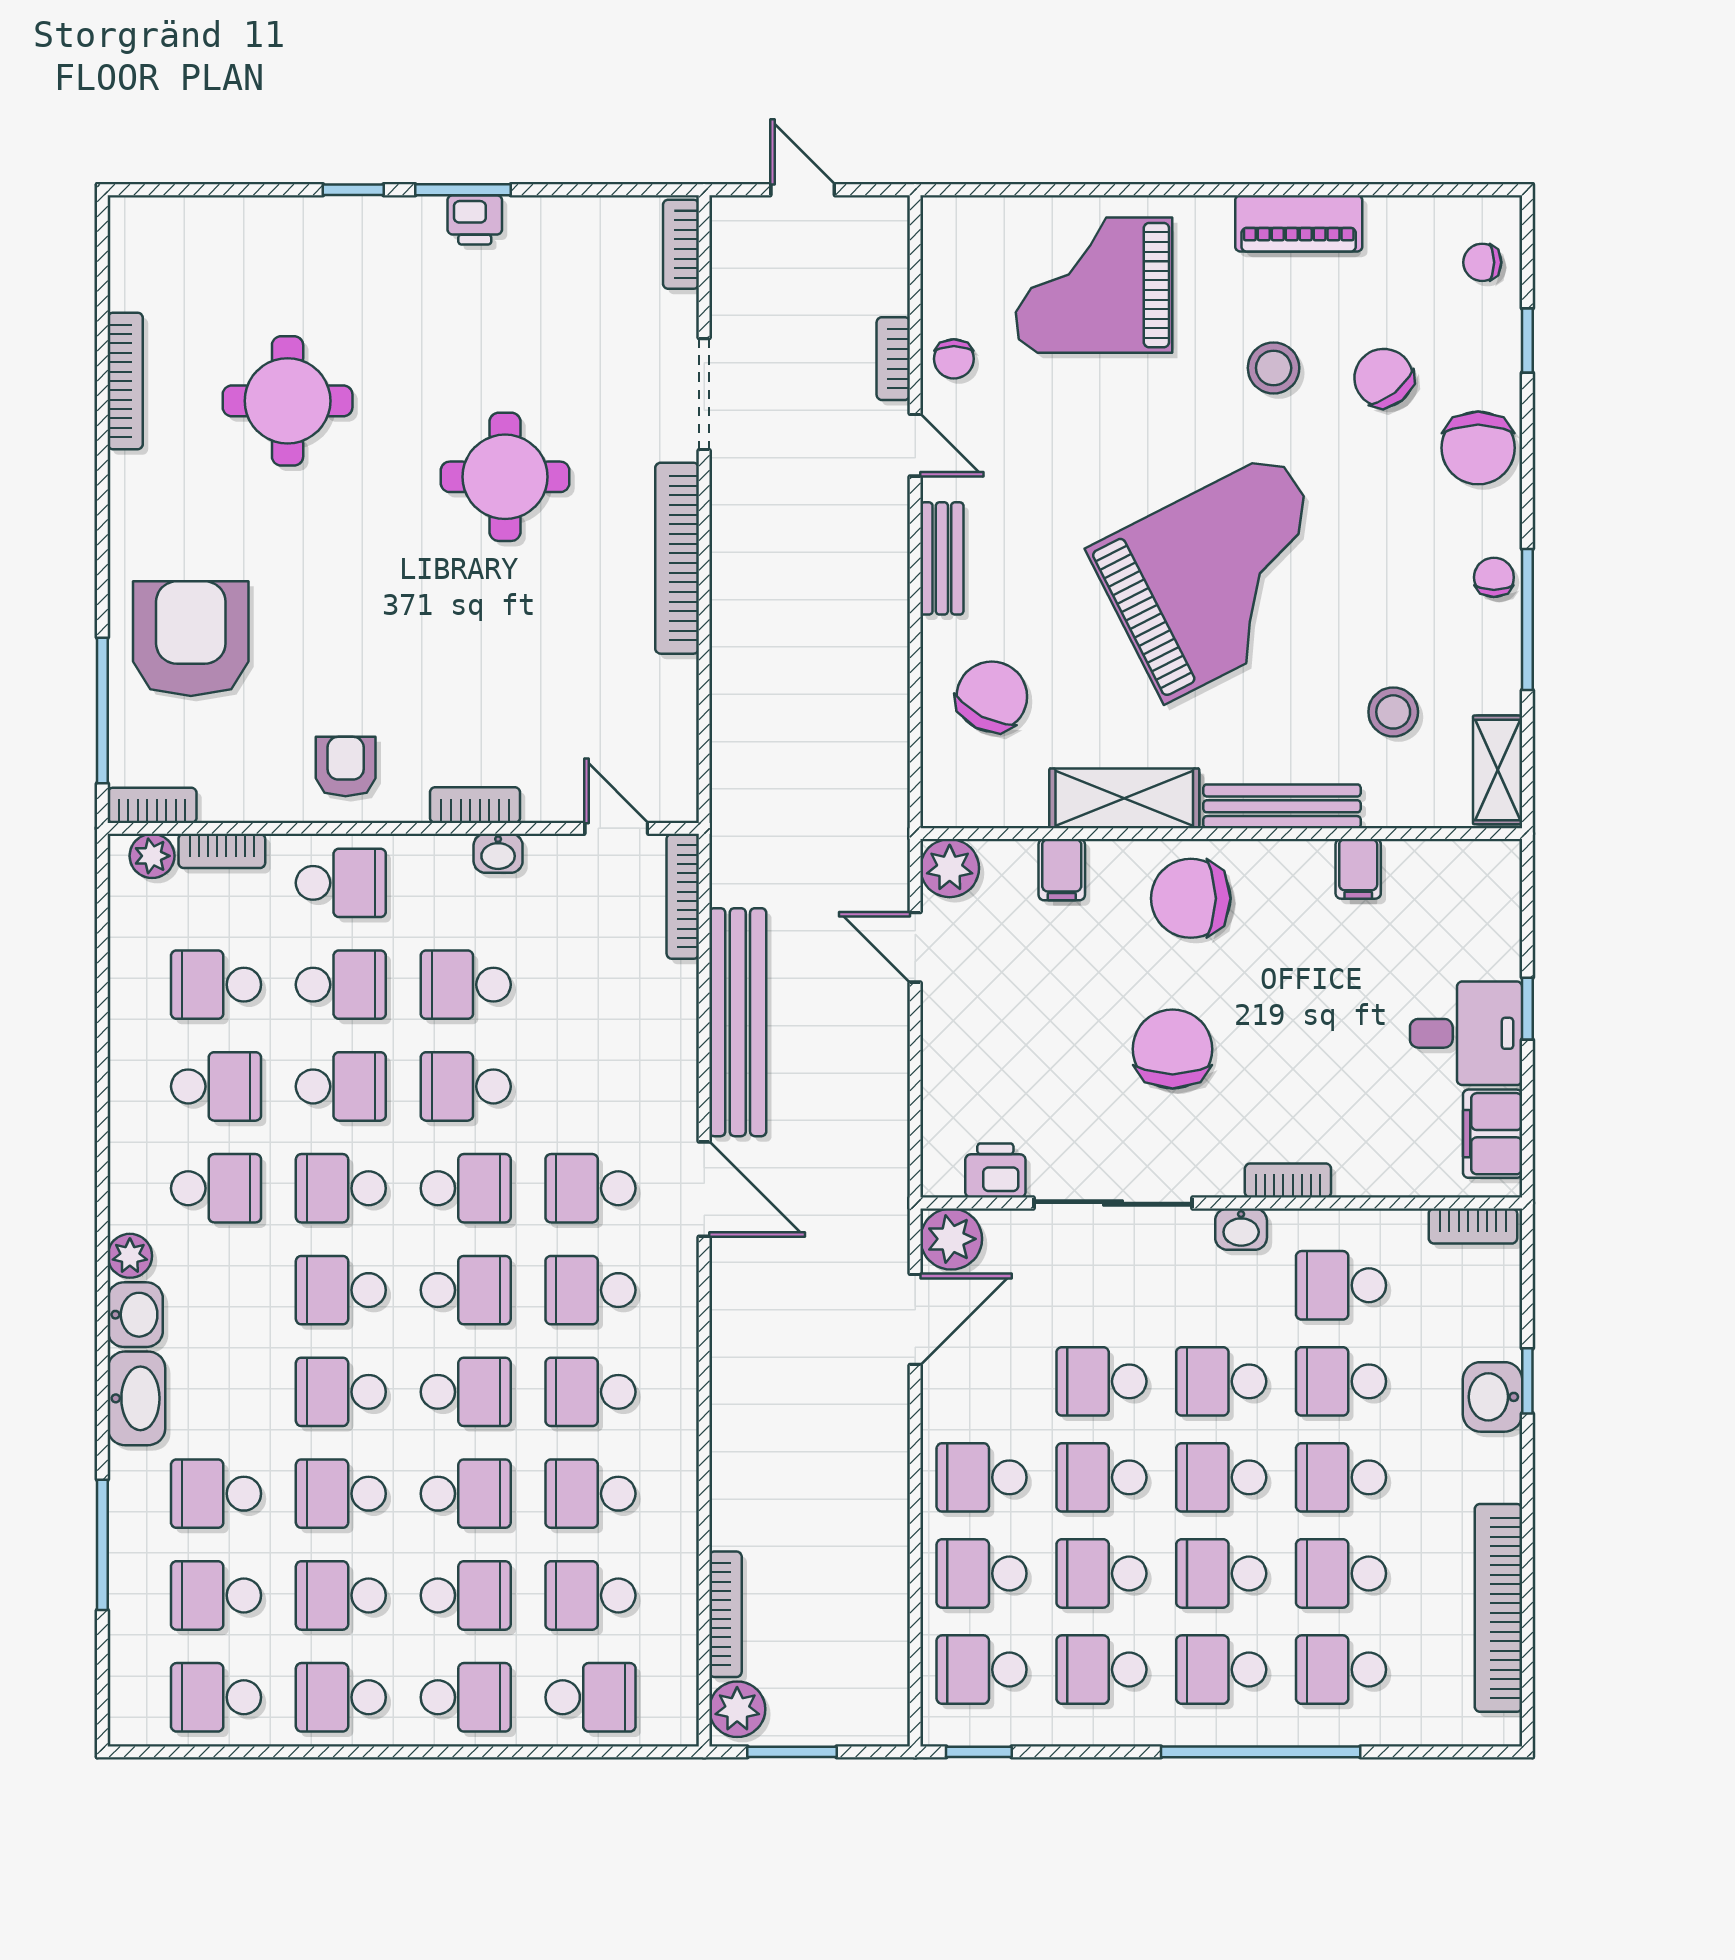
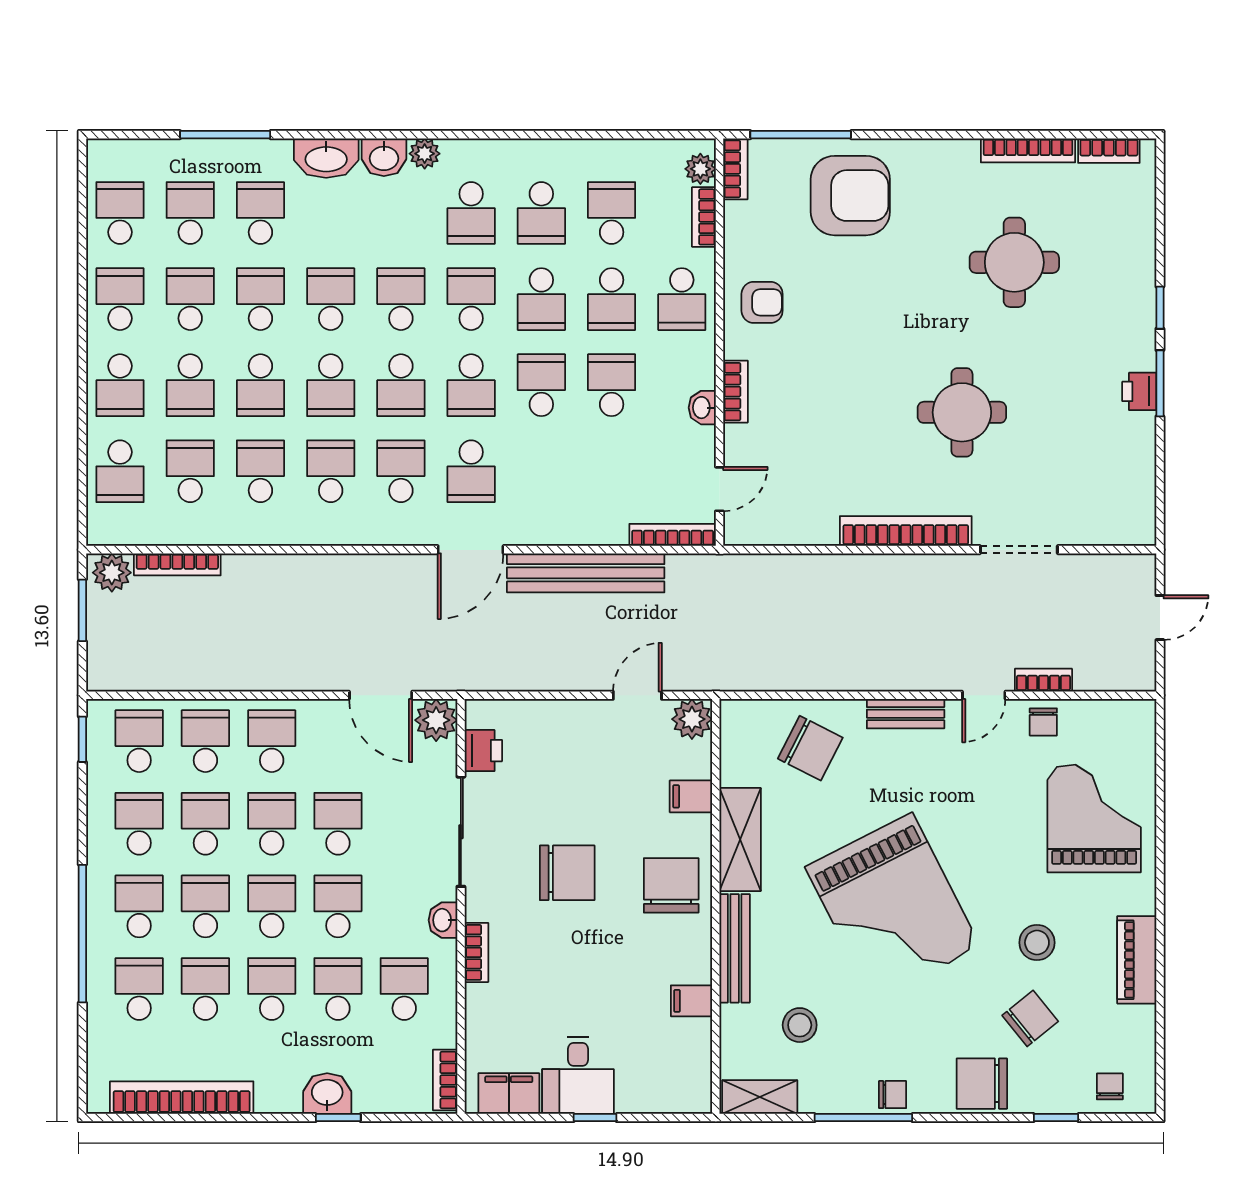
bookcase: (681, 244) -> (1109, 151), moved, turned 180
chair: (954, 359) -> (1043, 722), turned -90
school desk: (590, 1188) -> (471, 471), turned 180

